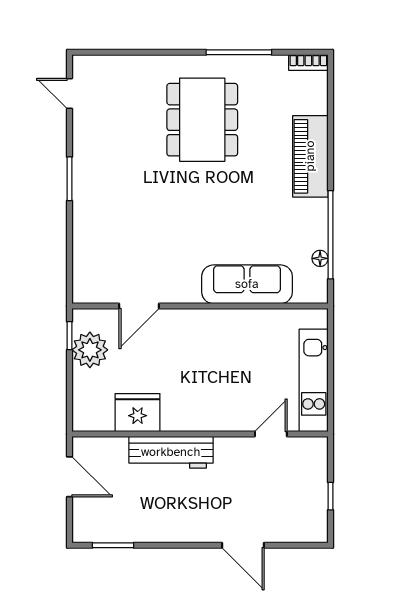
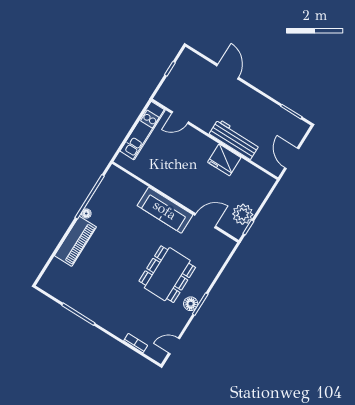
bookcase: (308, 62) -> (136, 343), moved
door: (70, 94) -> (174, 346), swing flipped
dining table: (202, 120) -> (167, 274), moved
floor lamp: (84, 171) -> (191, 304), added
floor lamp: (320, 258) -> (86, 213), moved
sofa: (247, 284) -> (165, 210), moved
fridge: (138, 413) -> (224, 160), moved

